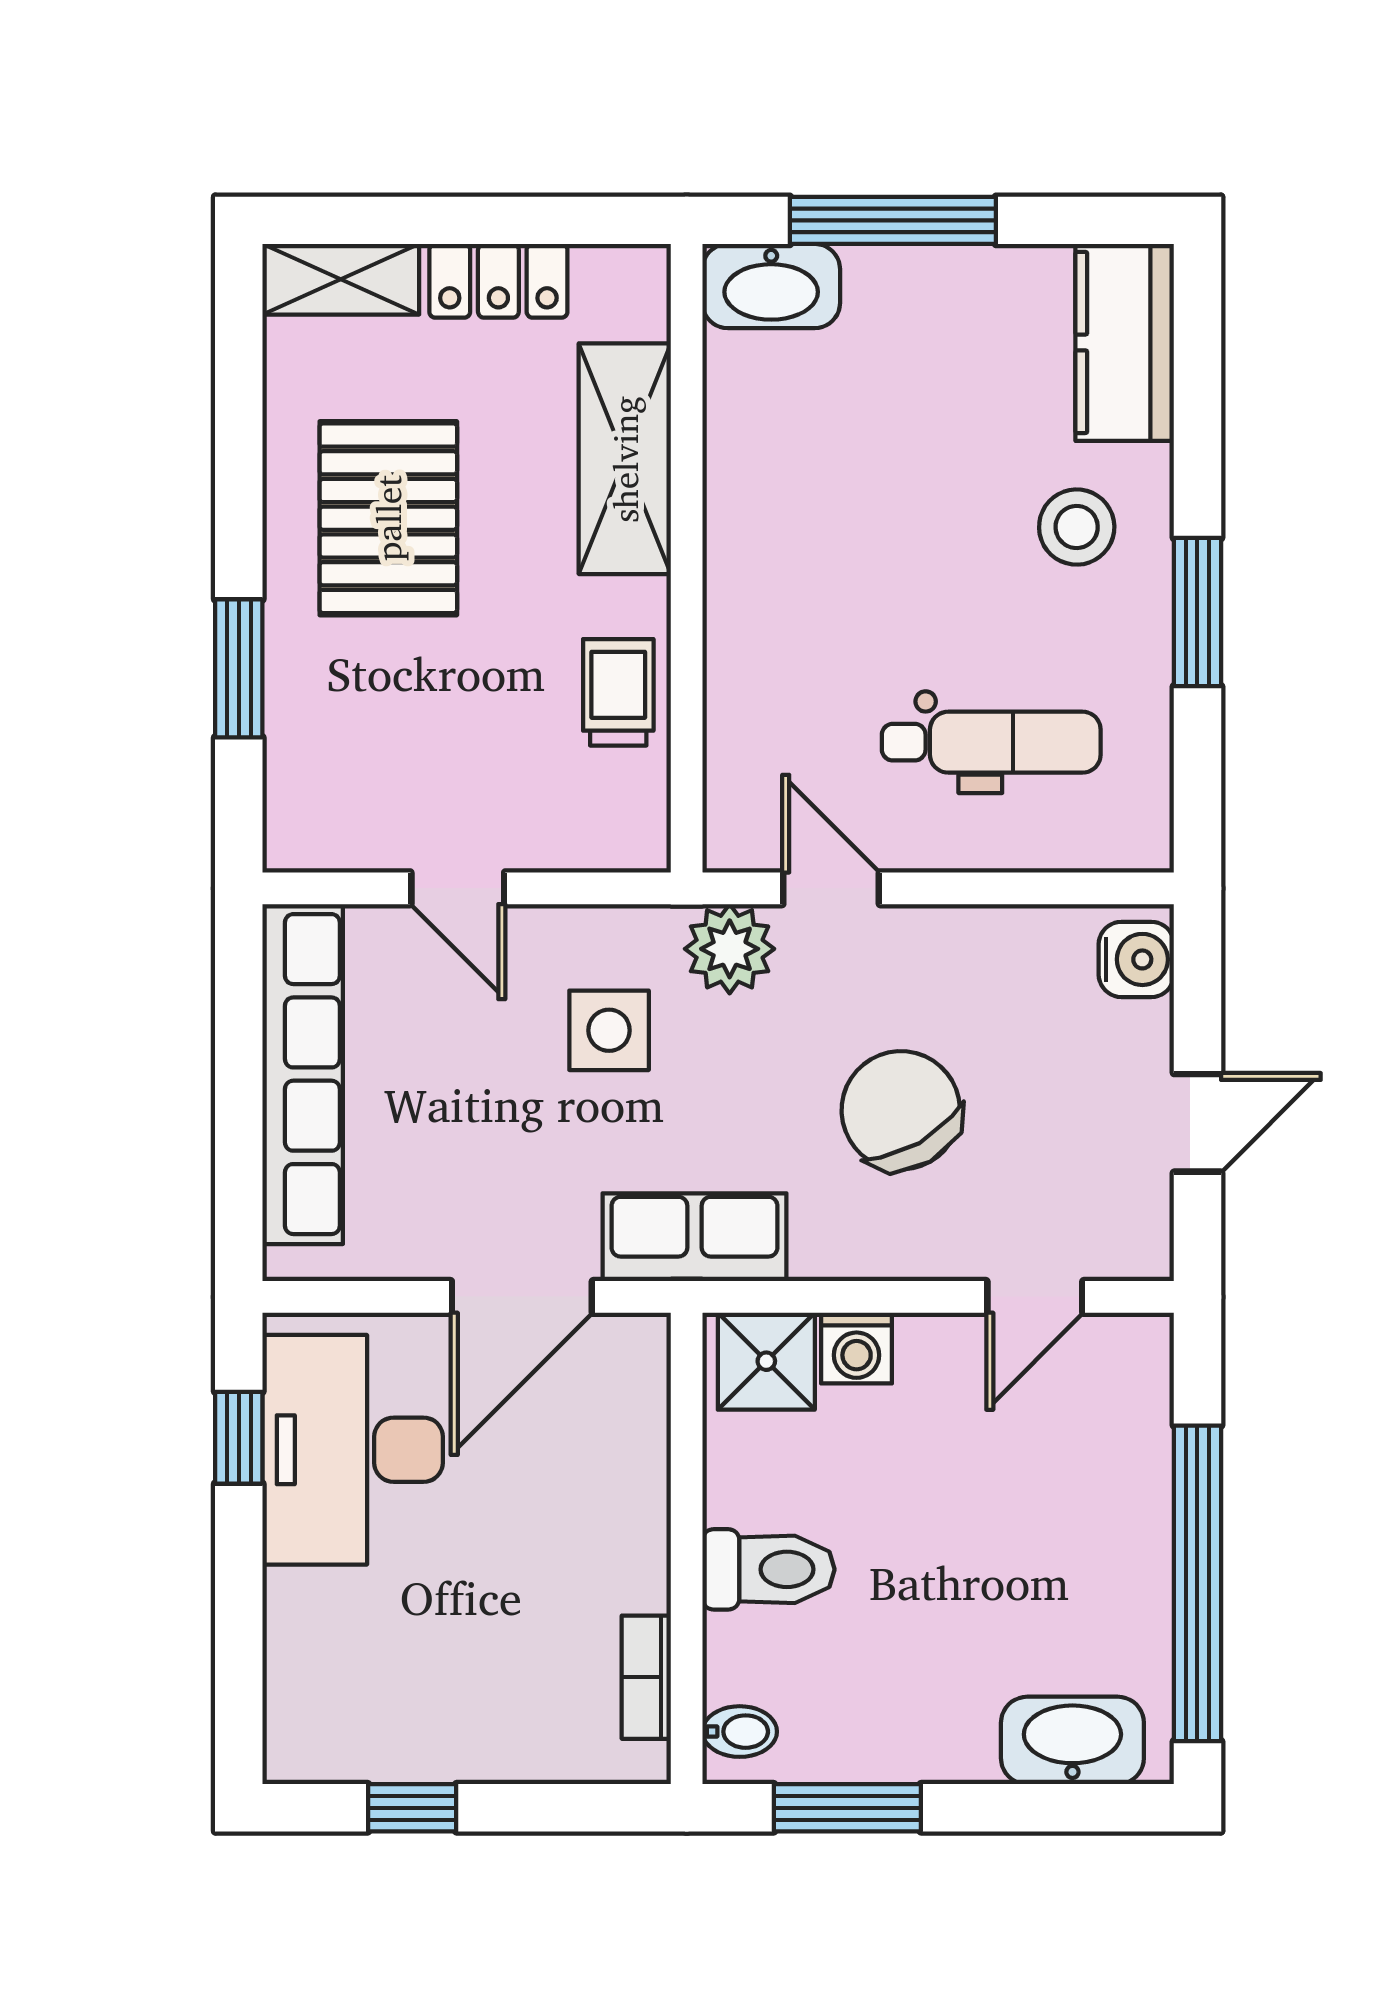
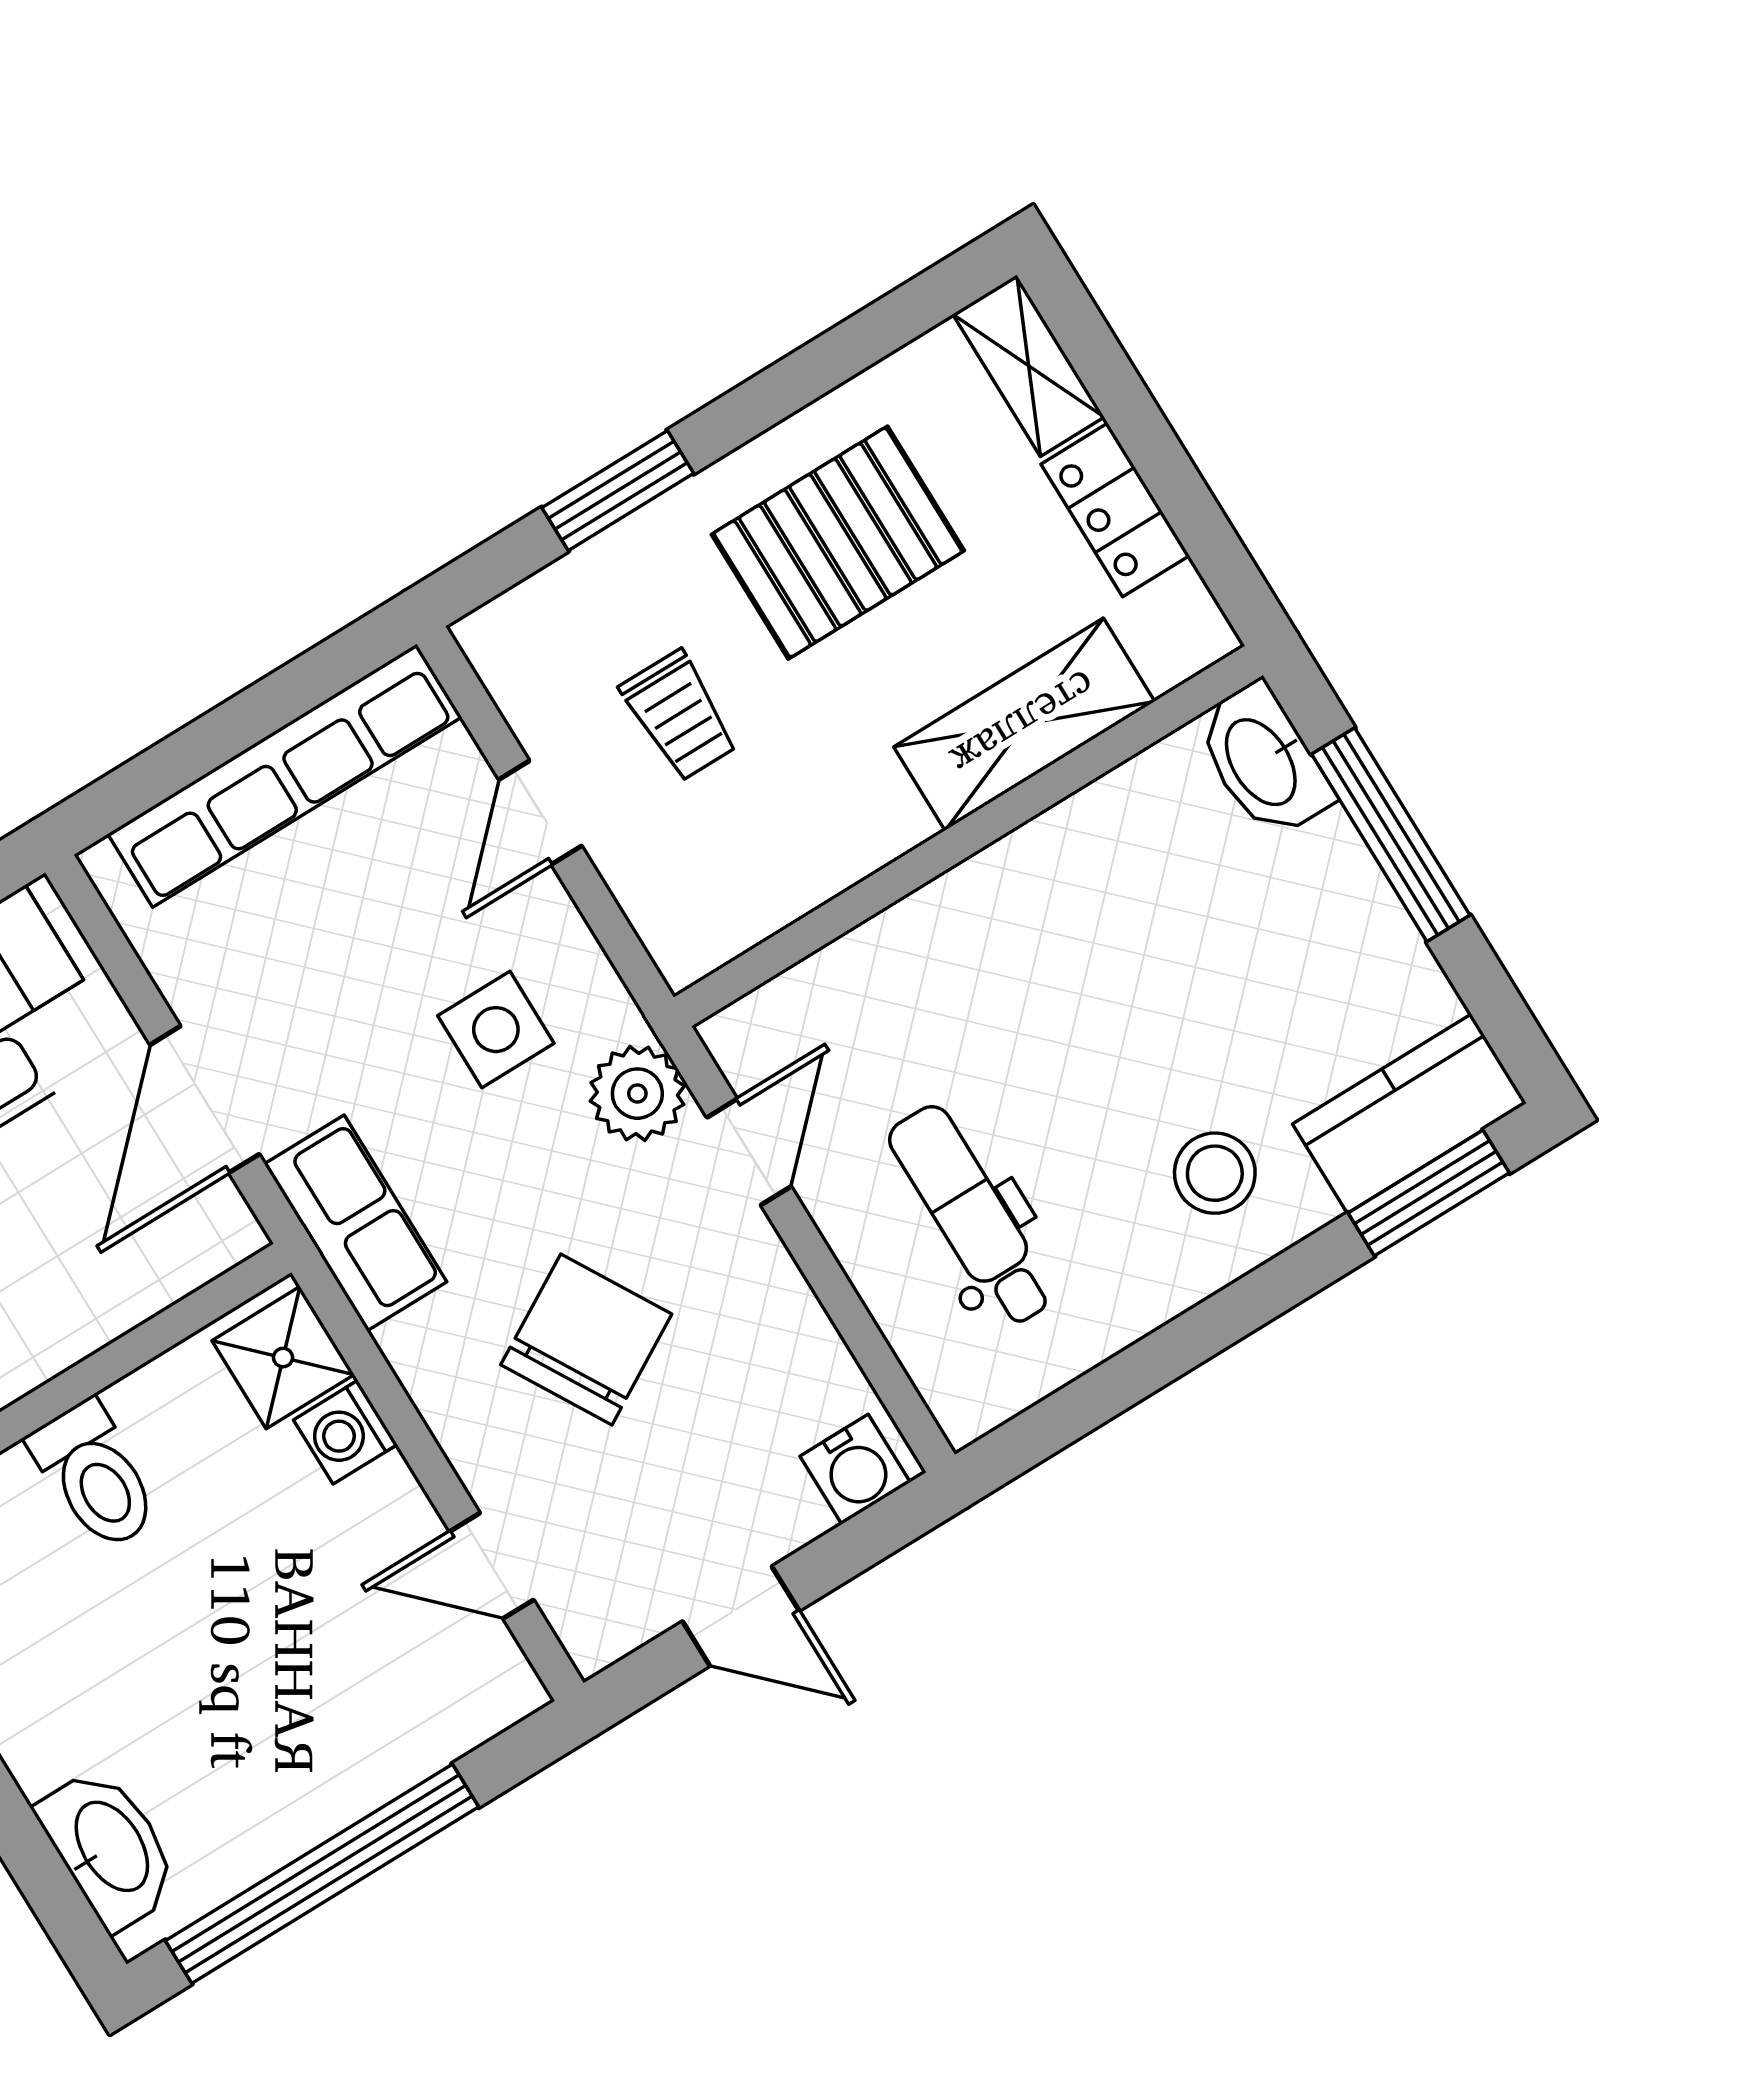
window: (1197, 612) -> (1429, 1193), moved
trolley: (618, 692) -> (679, 716), moved, turned 90
dental chair: (991, 742) -> (972, 1216), turned 180
door: (522, 1297) -> (205, 1099), hinge flipped

